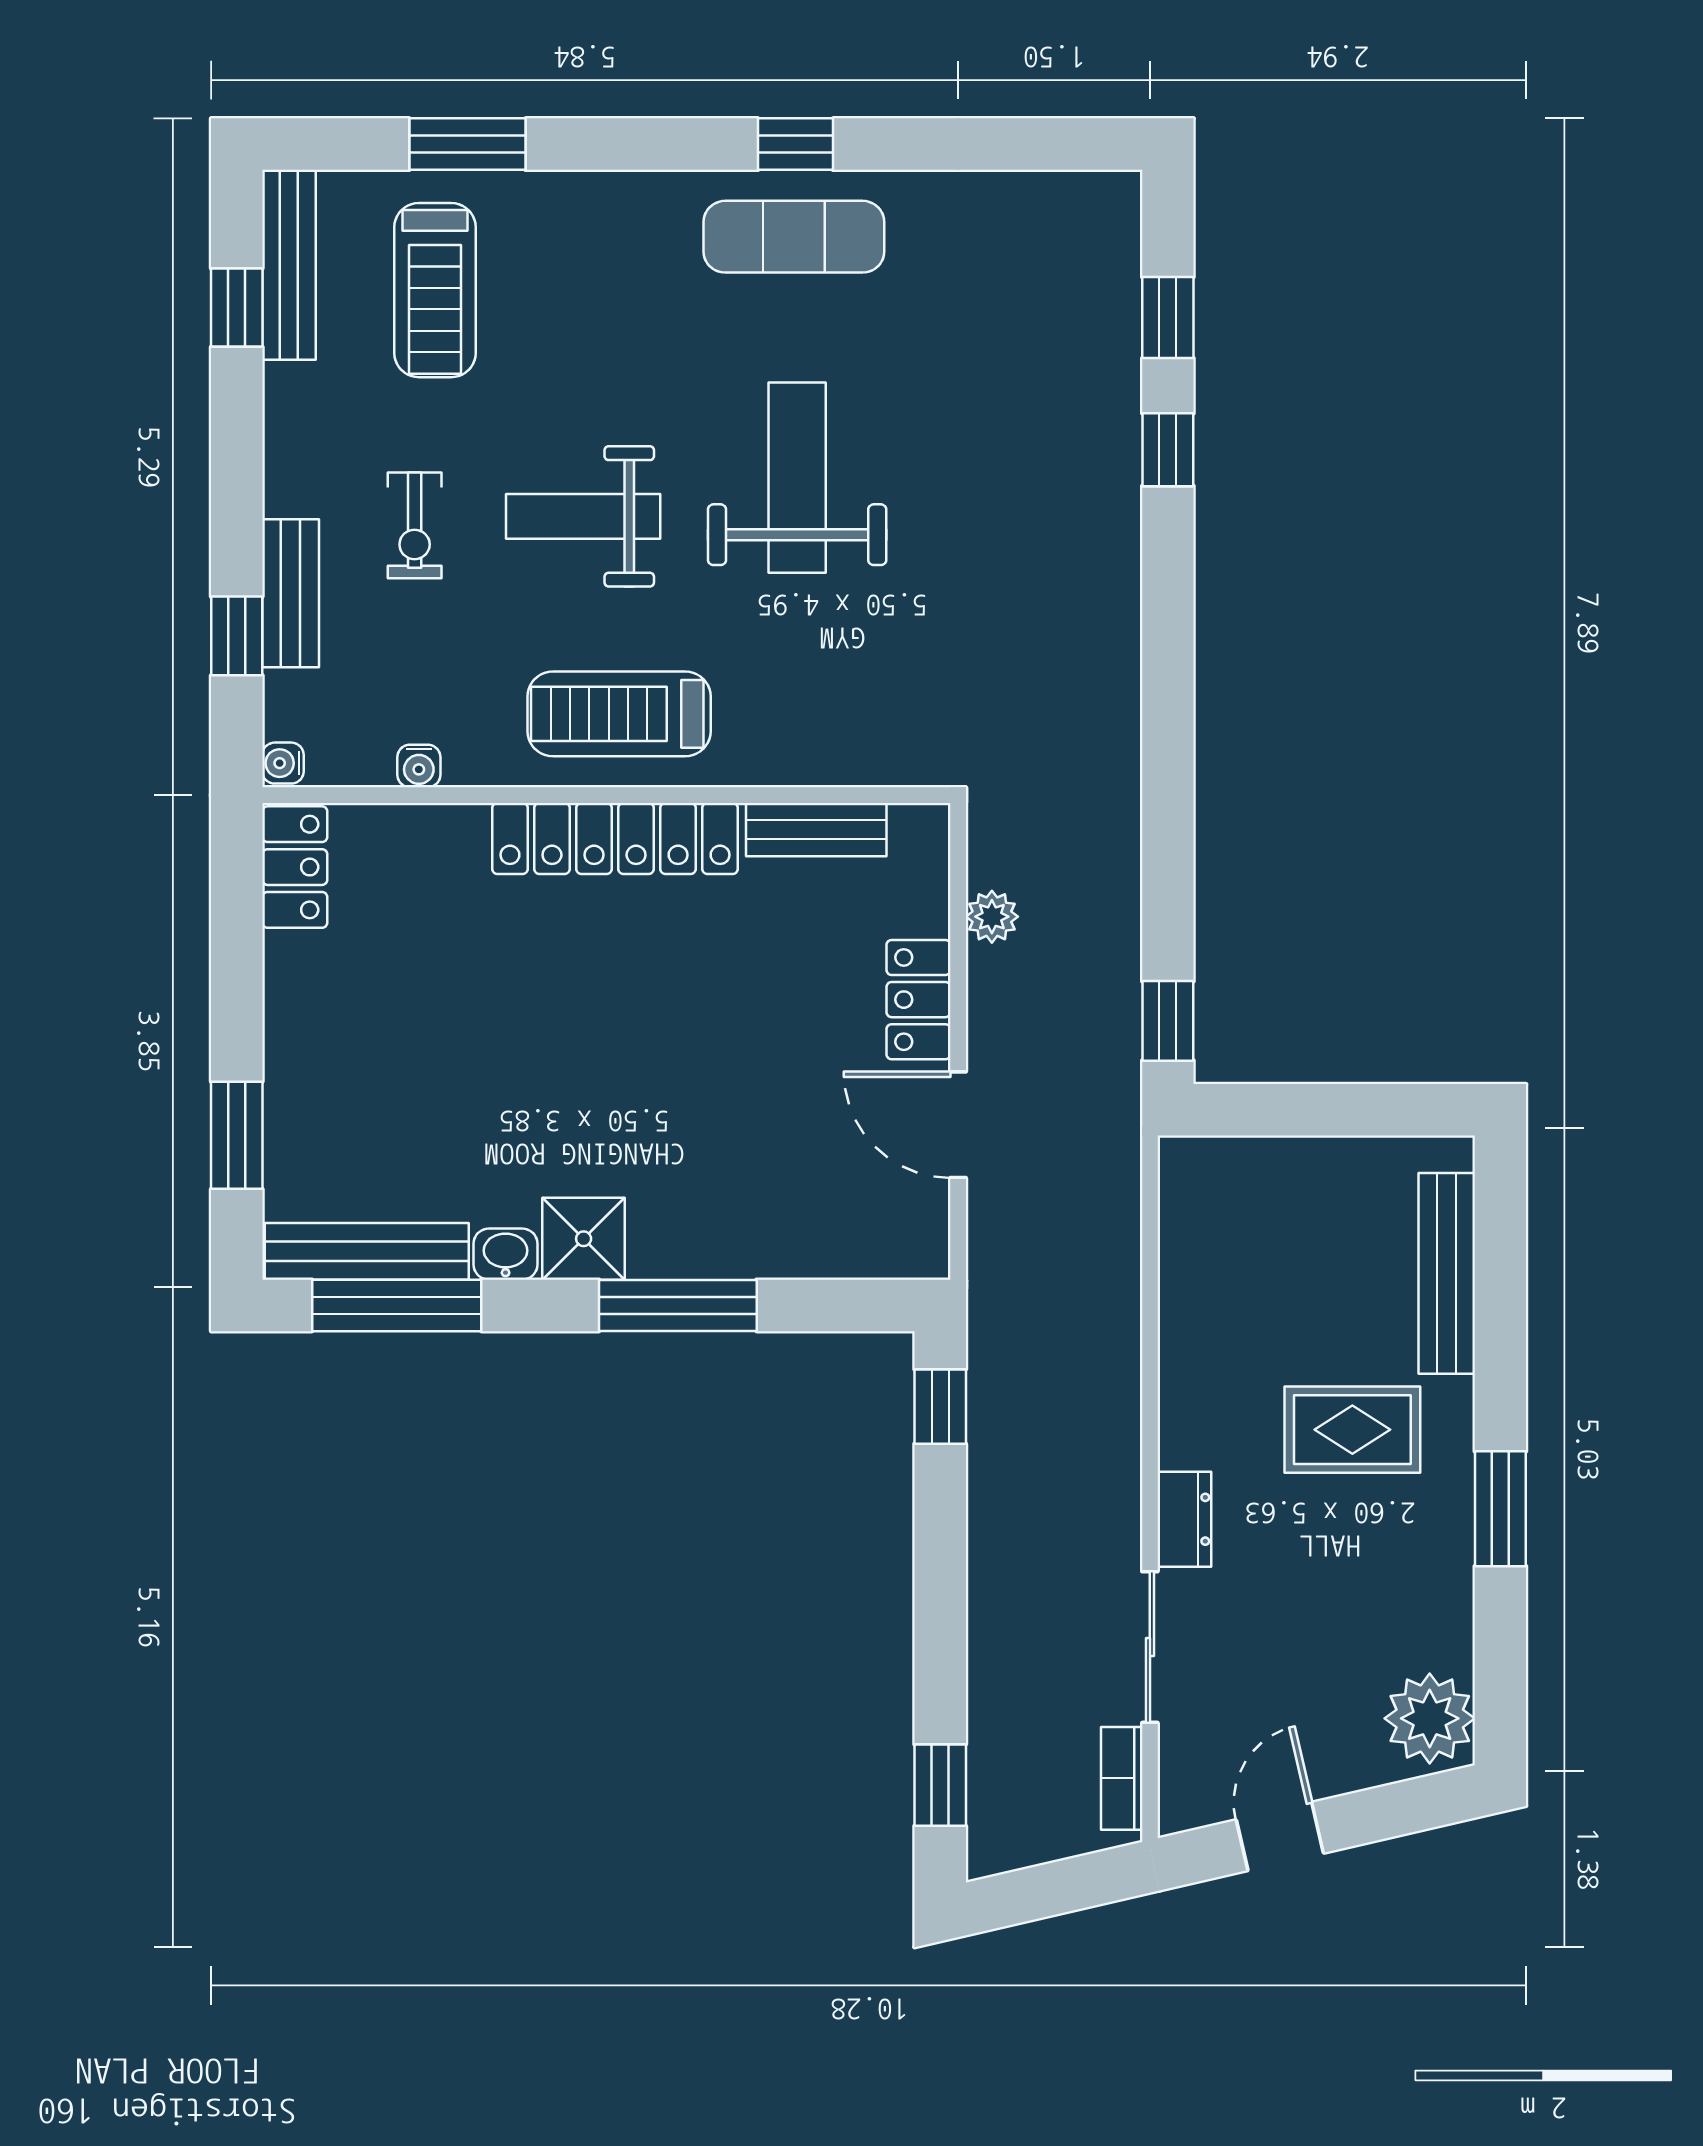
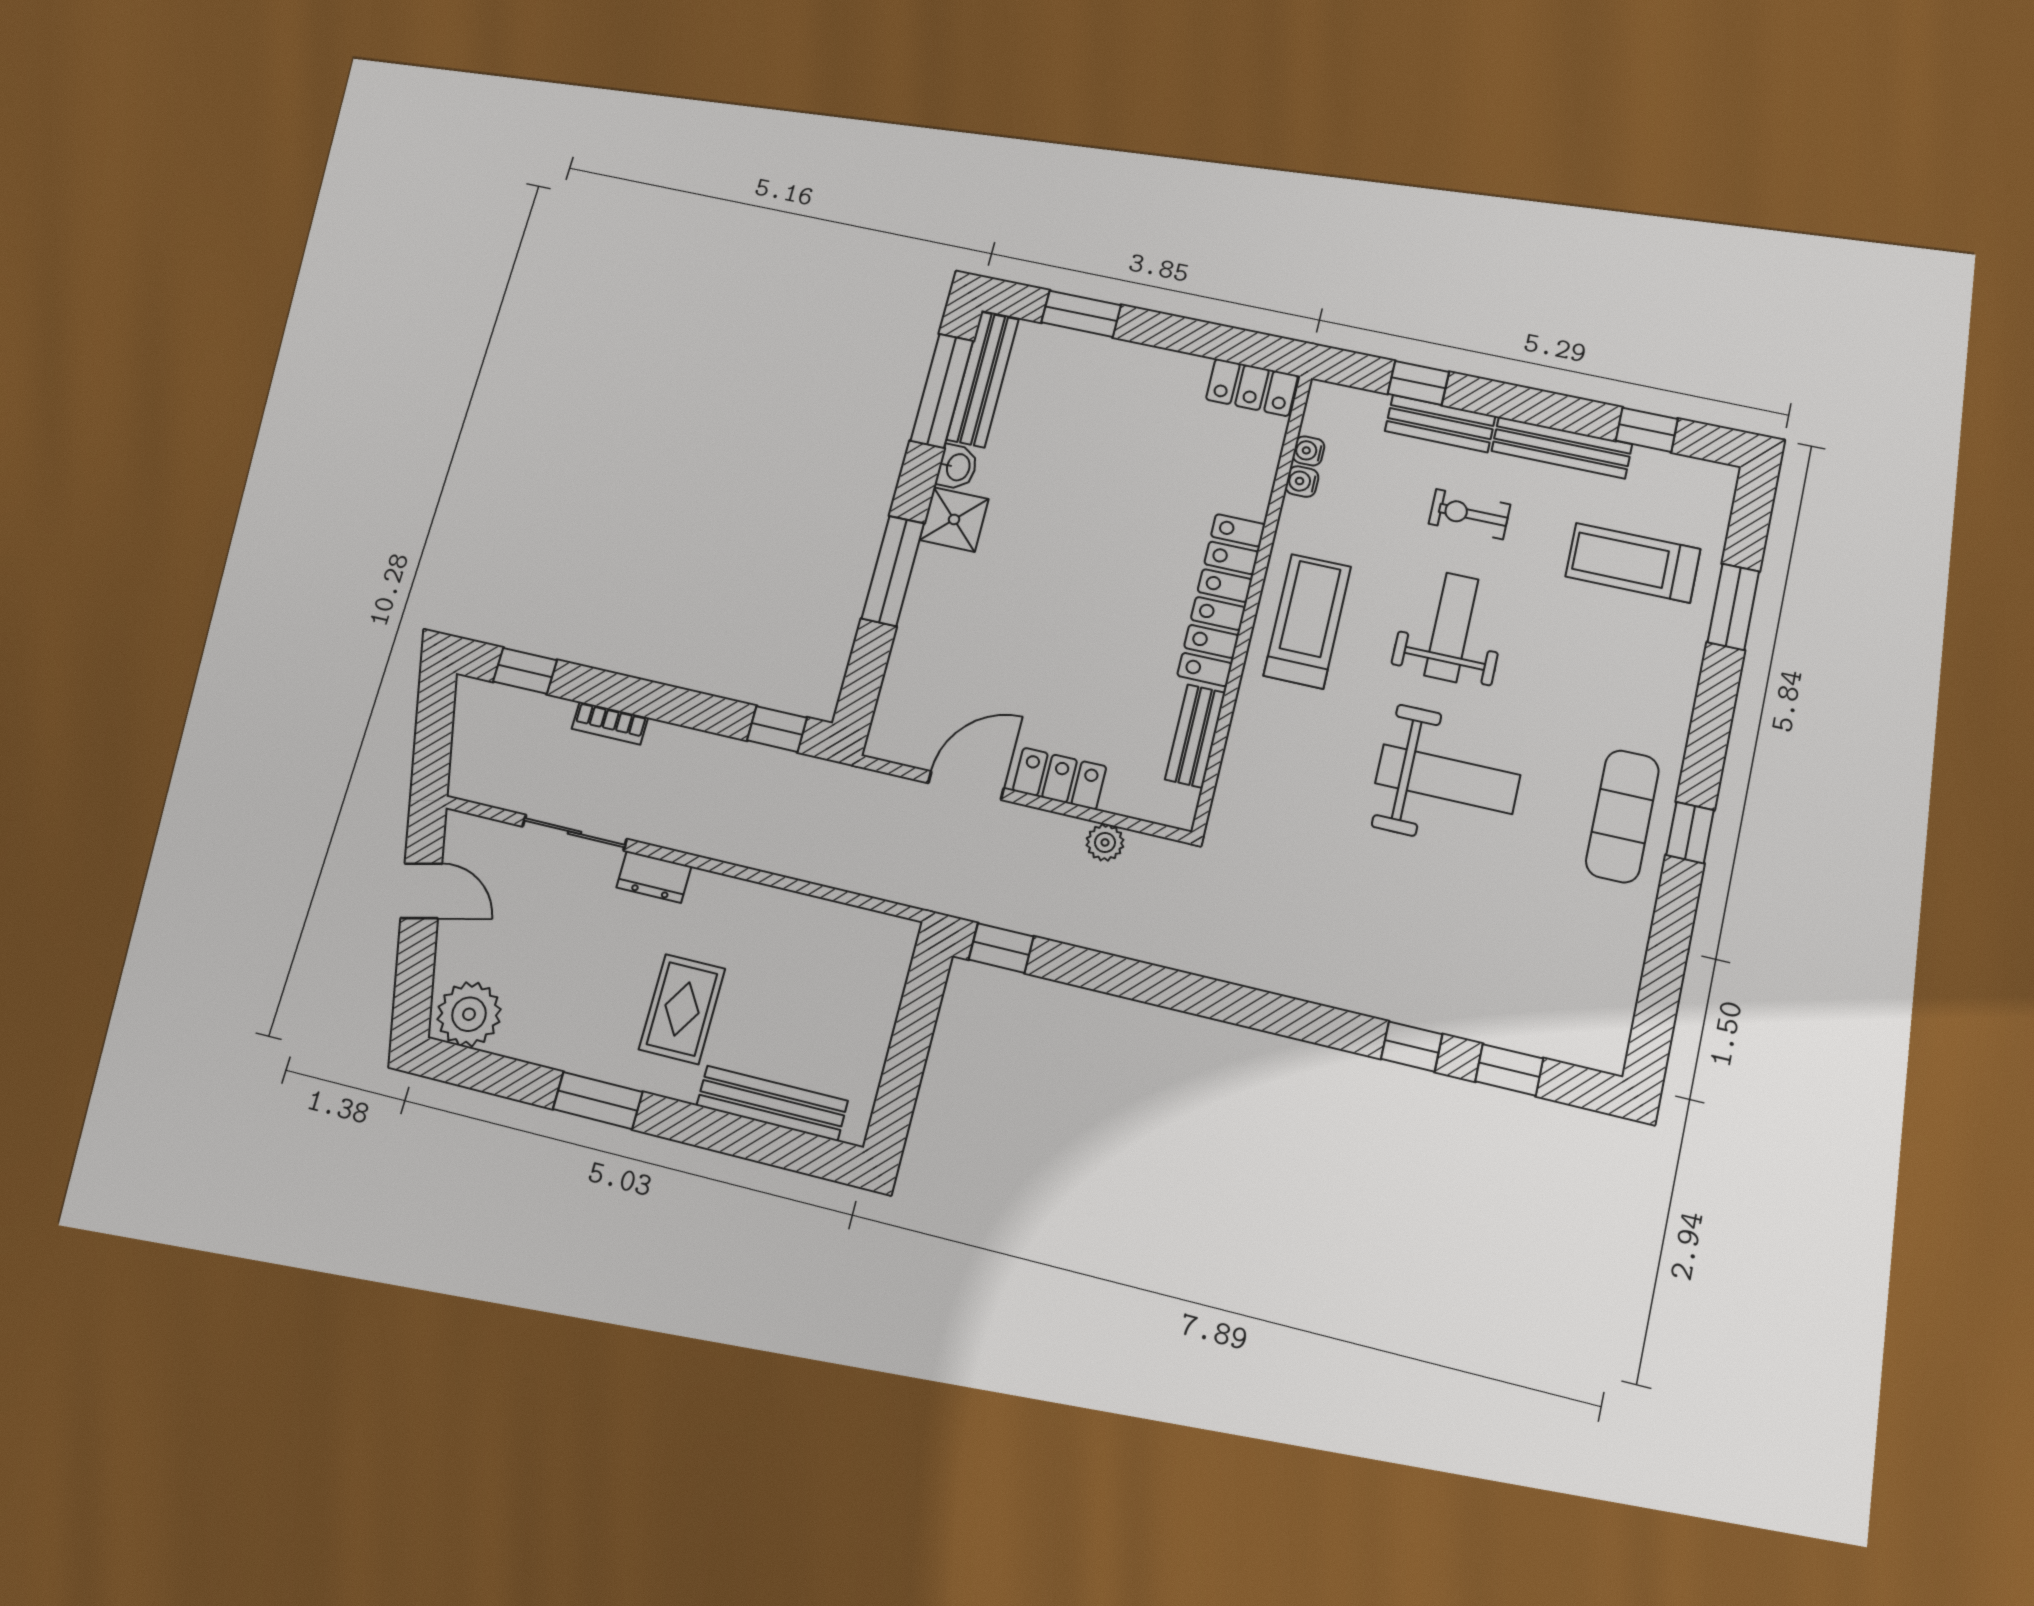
bench: (289, 265) -> (1562, 448), moved
water cooler: (283, 763) -> (1309, 451), moved, turned -90
bookcase: (1122, 1778) -> (610, 723), moved, turned 180

